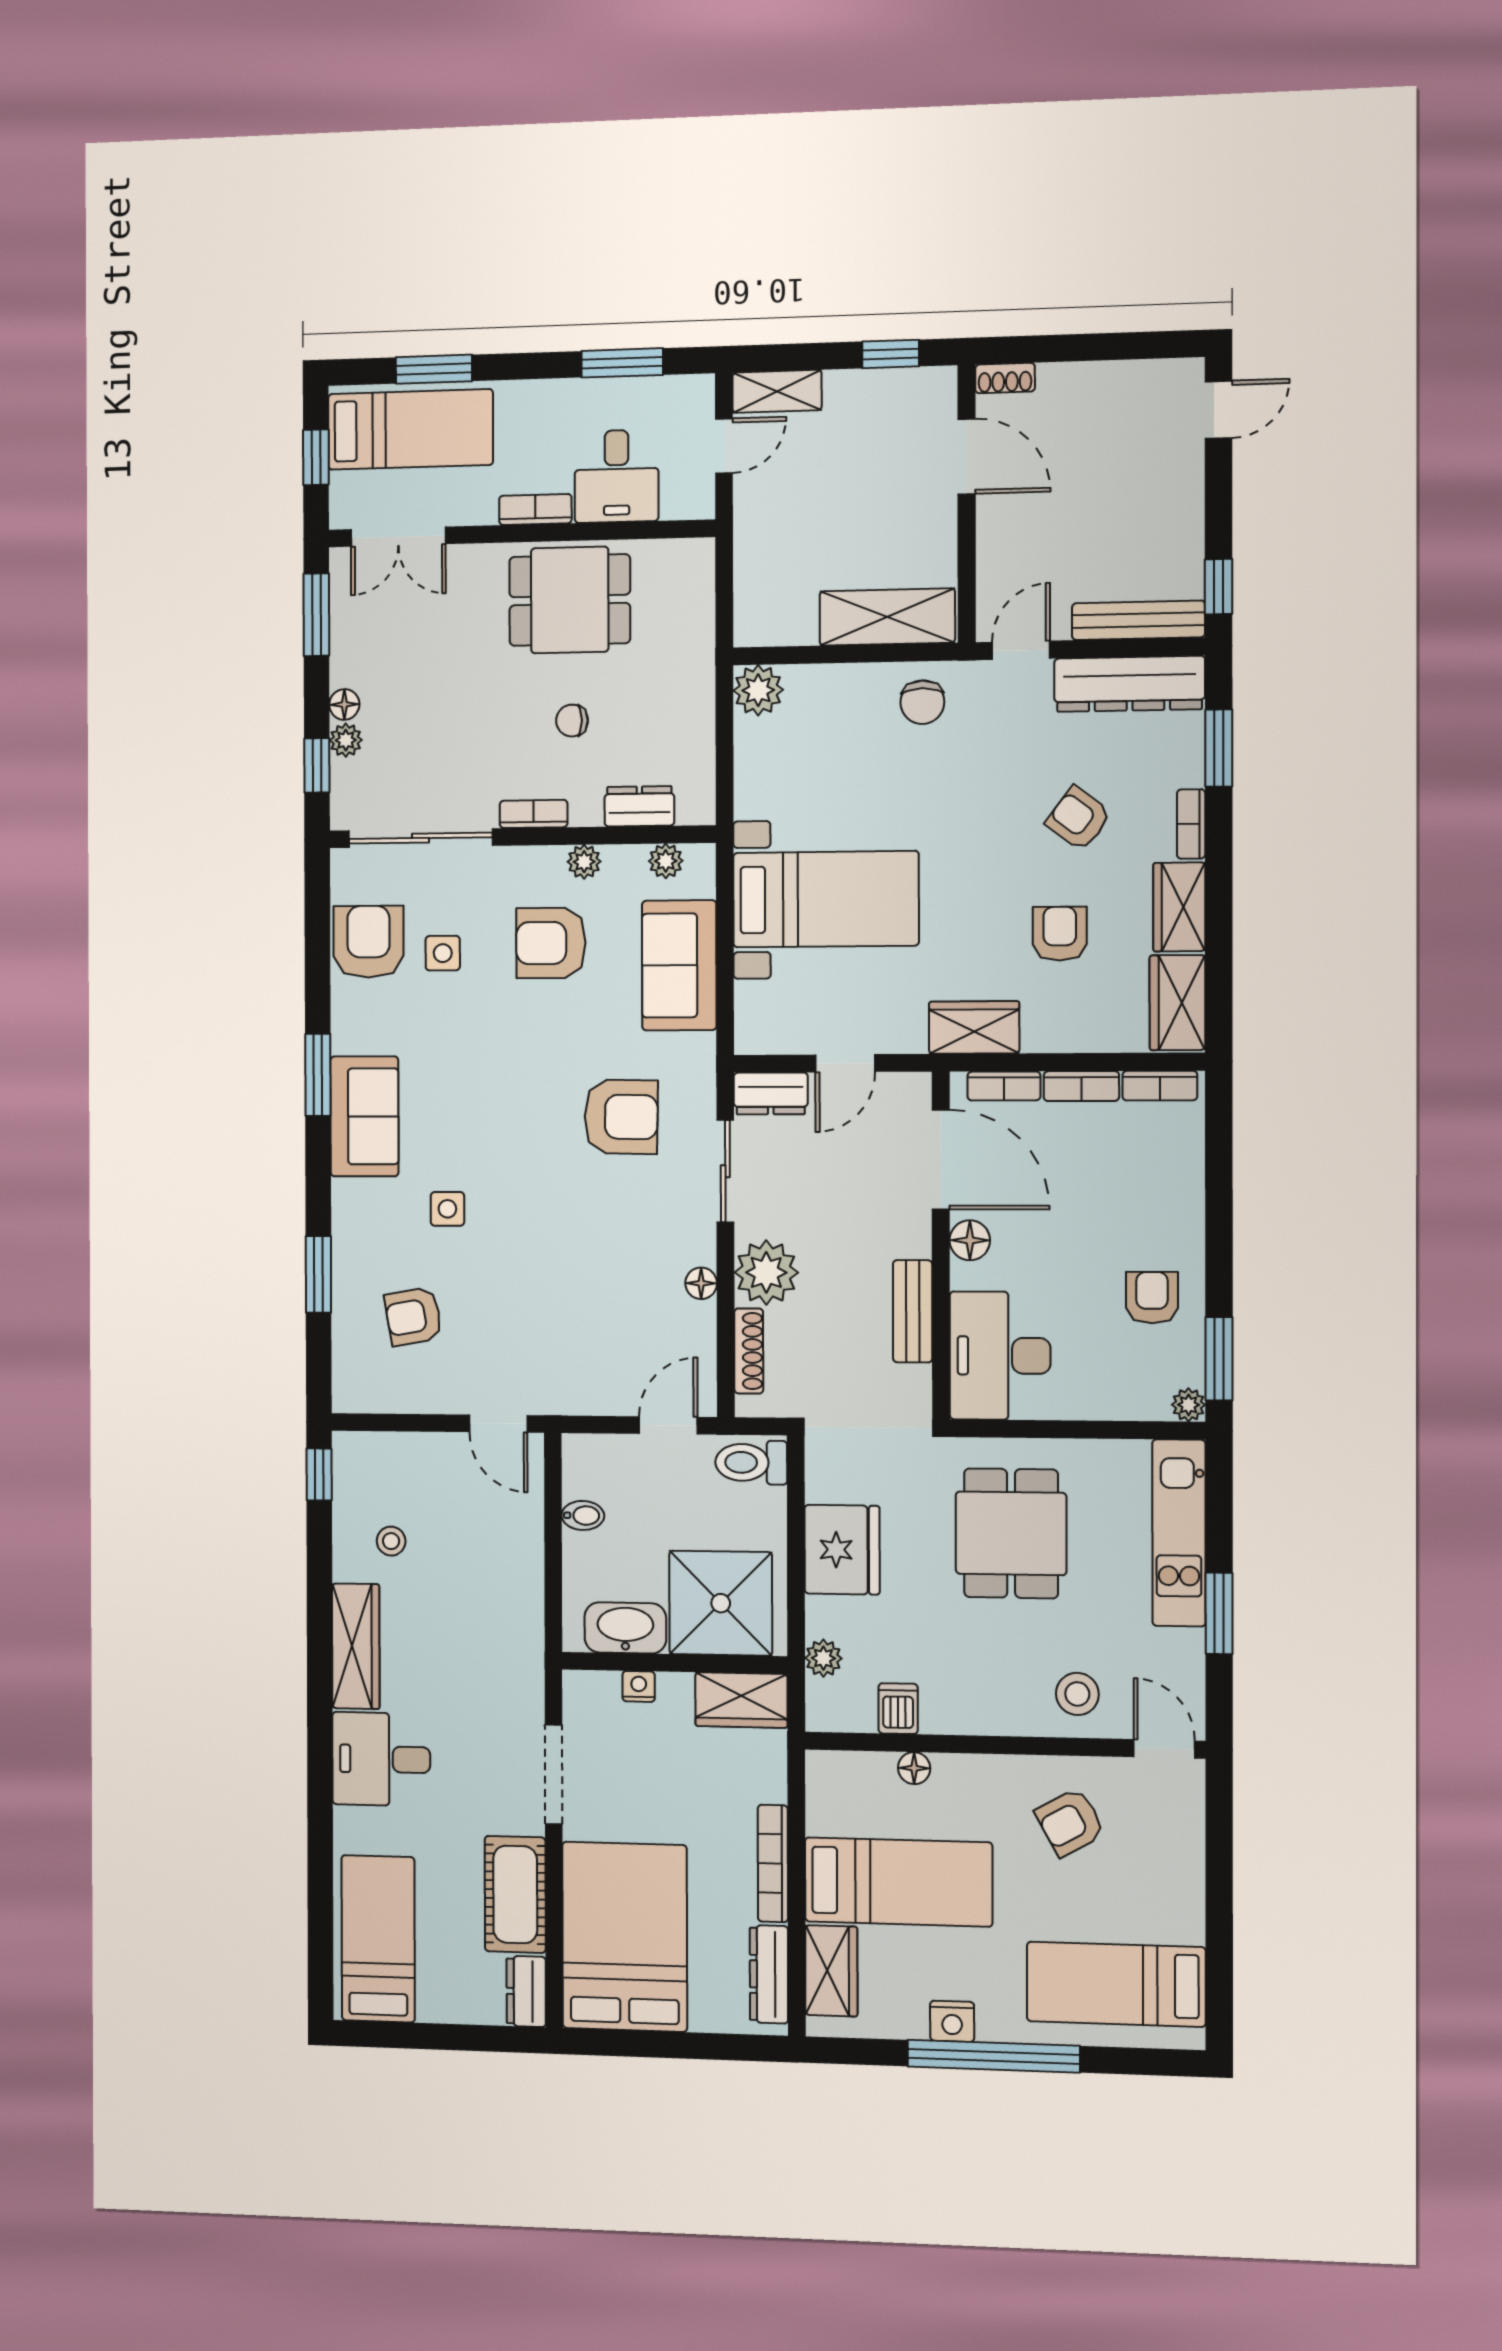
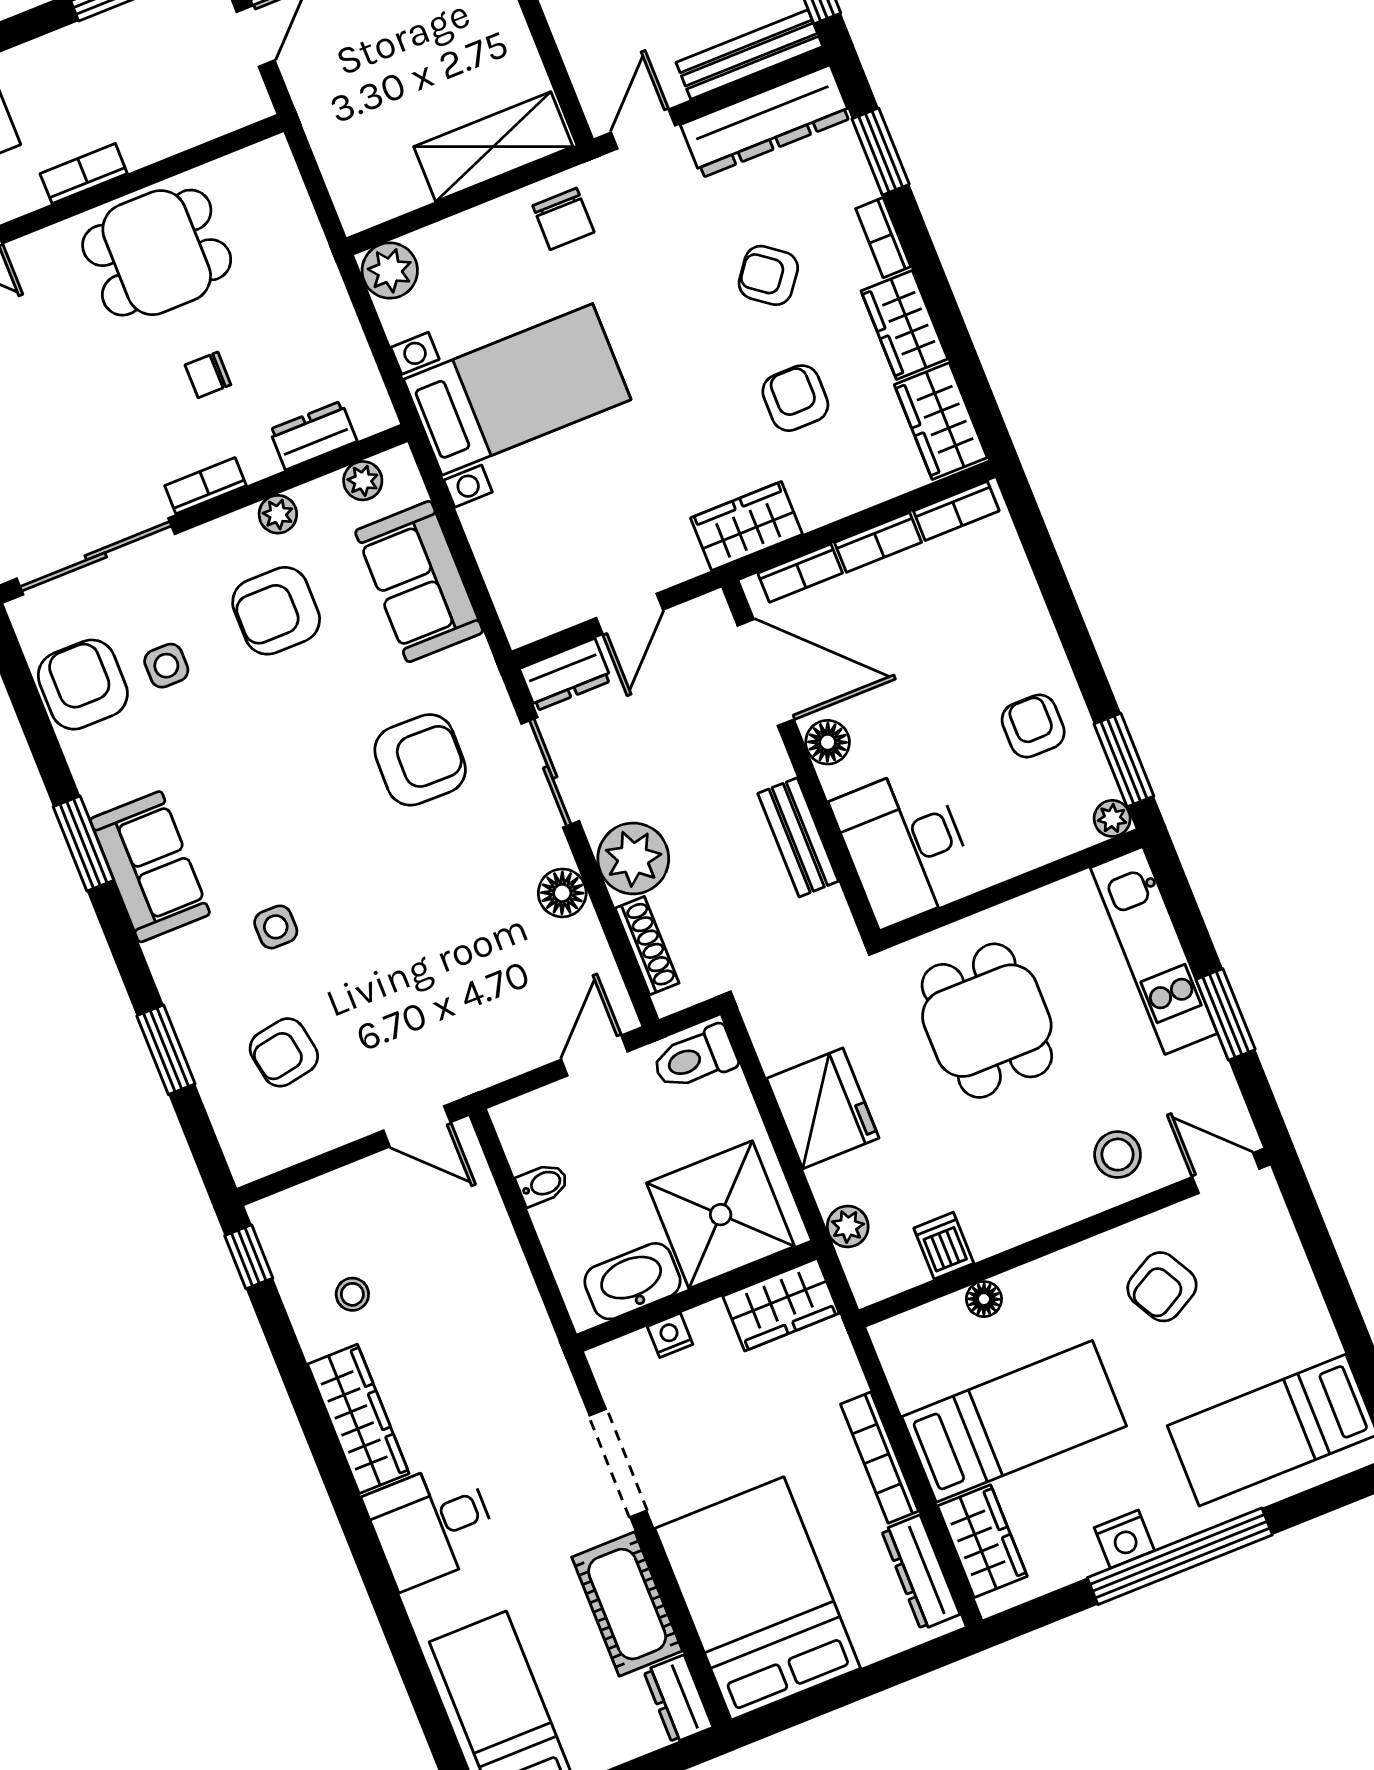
desk: (617, 476) -> (156, 108), removed
bed with nightstands: (826, 899) -> (517, 389), moved
floor lamp: (701, 1283) -> (562, 893), width x1.37, depth x1.37

